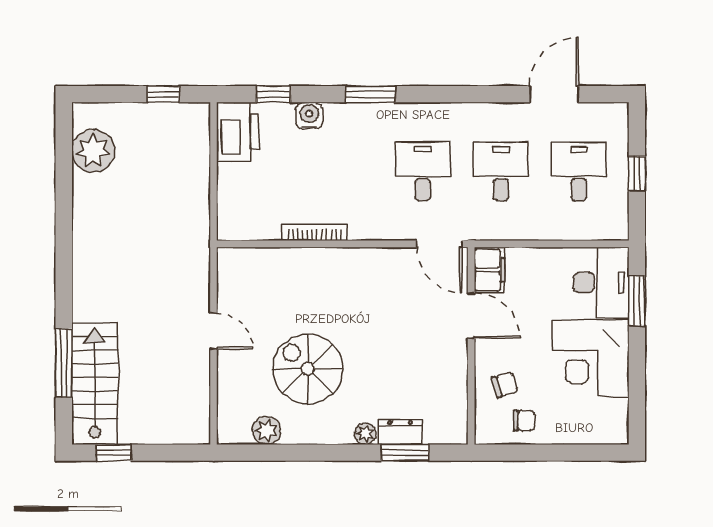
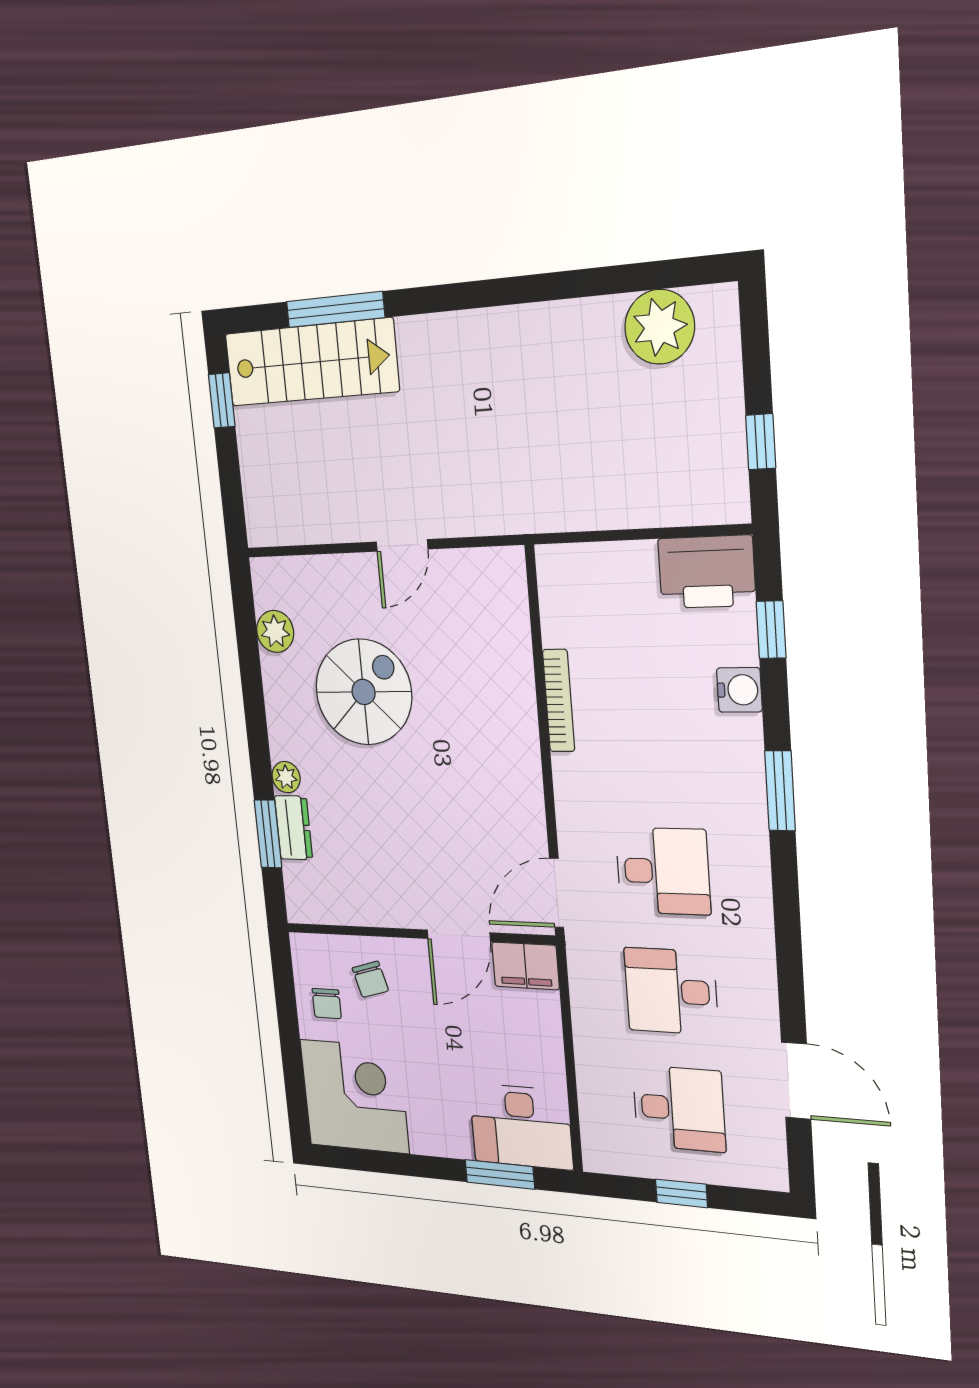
desk: (501, 171) -> (671, 991), turned 180
corner desk: (590, 359) -> (354, 1096), moved, turned 90

